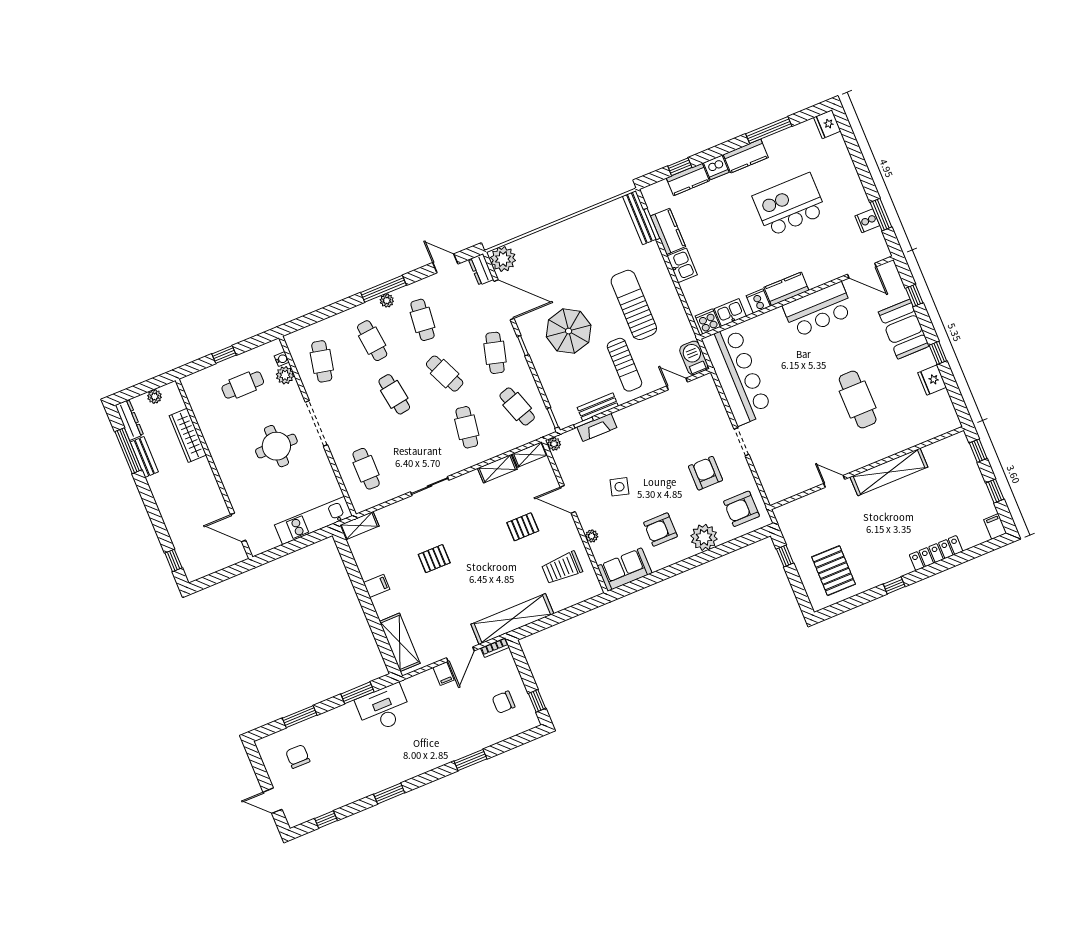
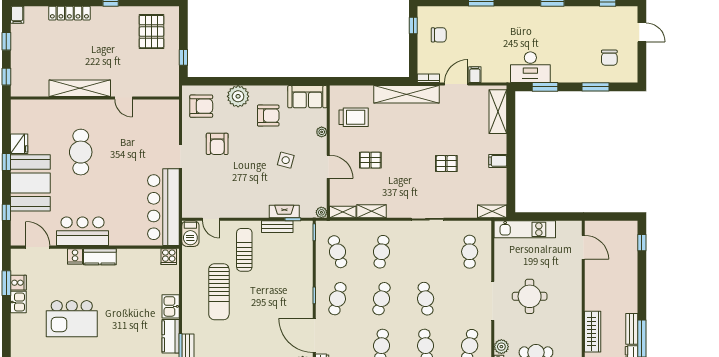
cooker: (758, 301) -> (75, 256), moved
kitchen sink: (730, 312) -> (18, 302), moved, turned -90
booth: (904, 329) -> (30, 183), width x1.36, depth x1.42
parasol: (569, 331) -> (276, 292), removed
cafe table: (445, 374) -> (382, 299), turned 39

